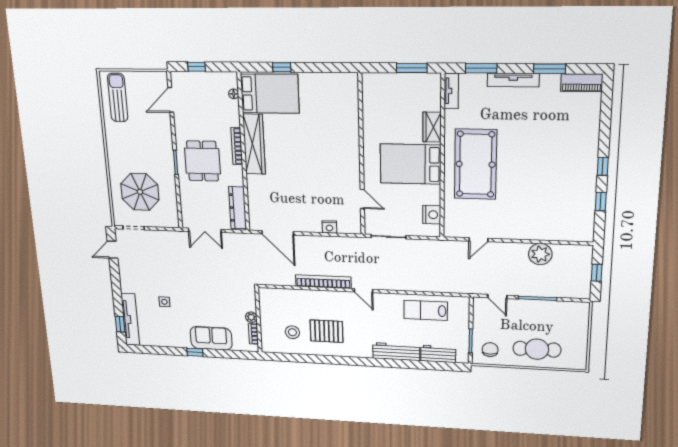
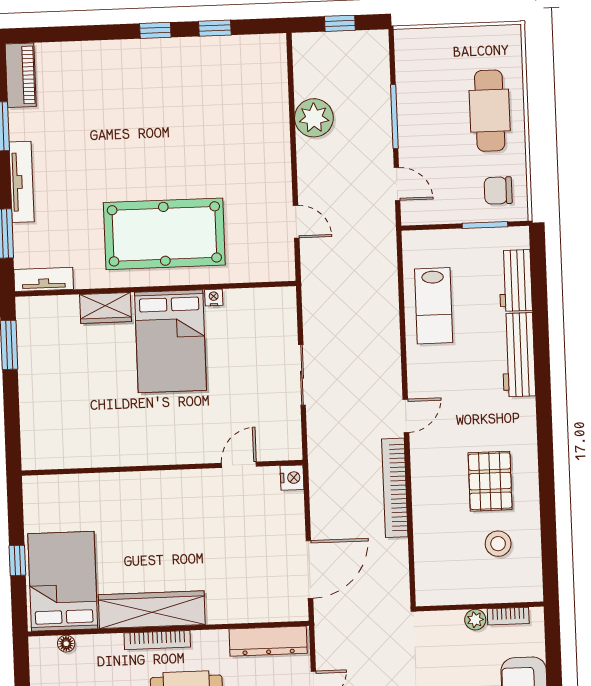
wall: (361, 155) -> (162, 468), moved
door: (362, 199) -> (239, 465), moved
nightstand: (432, 215) -> (214, 297), moved, width x0.53, depth x0.56
door: (497, 297) -> (397, 184), hinge flipped

